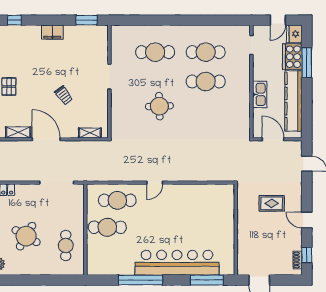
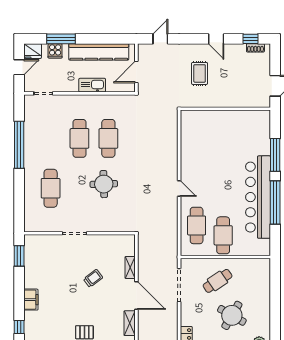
window: (199, 20) -> (19, 145), added
door: (278, 20) -> (19, 67), hinge flipped
filing cabinet: (52, 32) -> (31, 300), moved
cafe table: (206, 52) -> (108, 138), moved
cooker: (292, 57) -> (55, 51), width x0.53, depth x0.76
shelving: (90, 133) -> (130, 267), moved
door: (46, 139) -> (136, 296), swing flipped
door: (307, 220) -> (216, 39), hinge flipped
cafe table: (66, 246) -> (218, 281), moved, turned -34
bar counter: (177, 263) -> (258, 197), moved
window: (207, 280) -> (275, 155), moved

